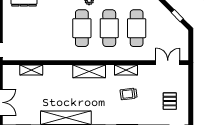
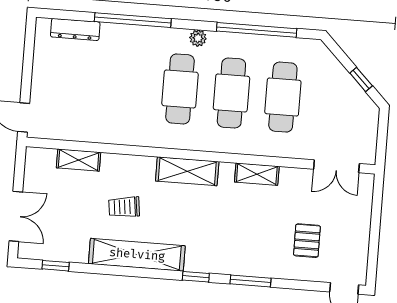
double door: (168, 63) -> (336, 166), swing flipped
trolley: (129, 94) -> (124, 207), moved
pallet: (170, 101) -> (307, 241), moved

